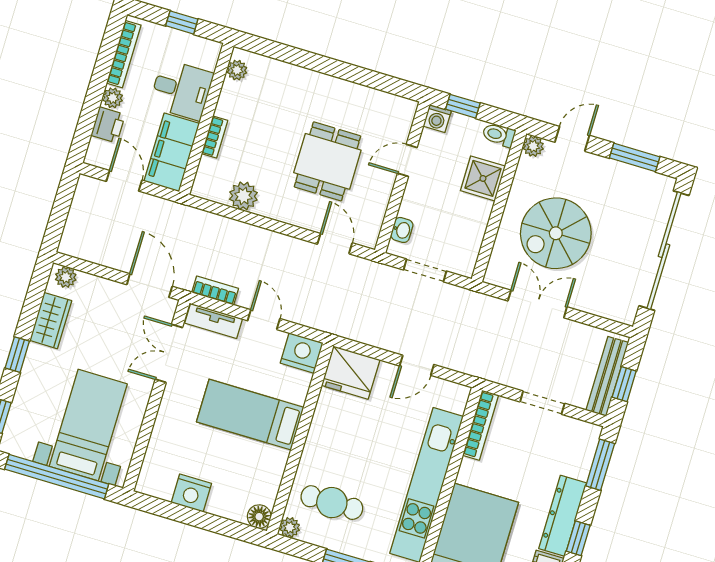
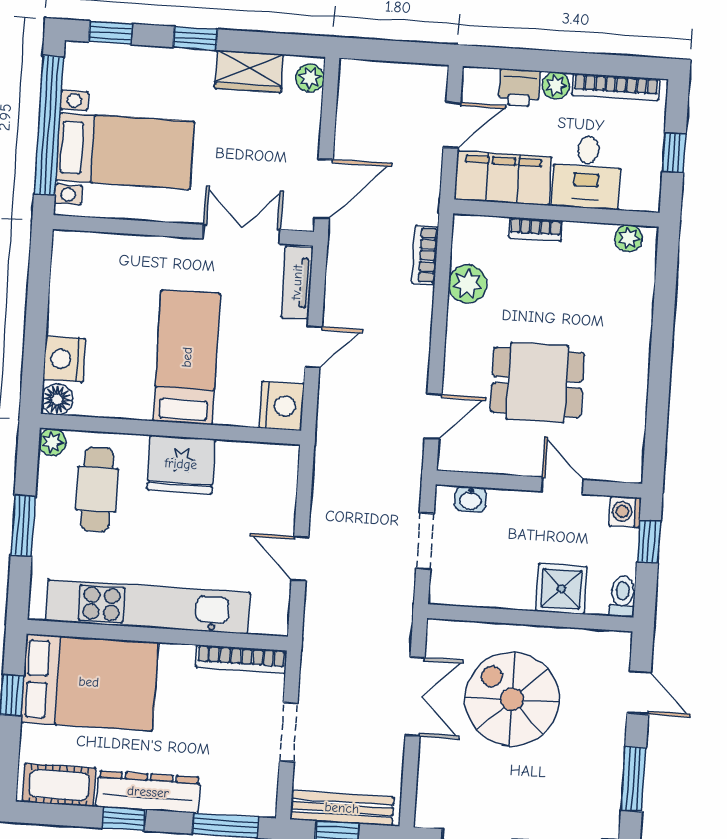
plant: (533, 146) -> (618, 644), removed
bookcase: (215, 291) -> (425, 255), moved, turned 180
fridge: (351, 373) -> (181, 464), moved, turned -90
nightstand: (191, 493) -> (64, 359), moved

